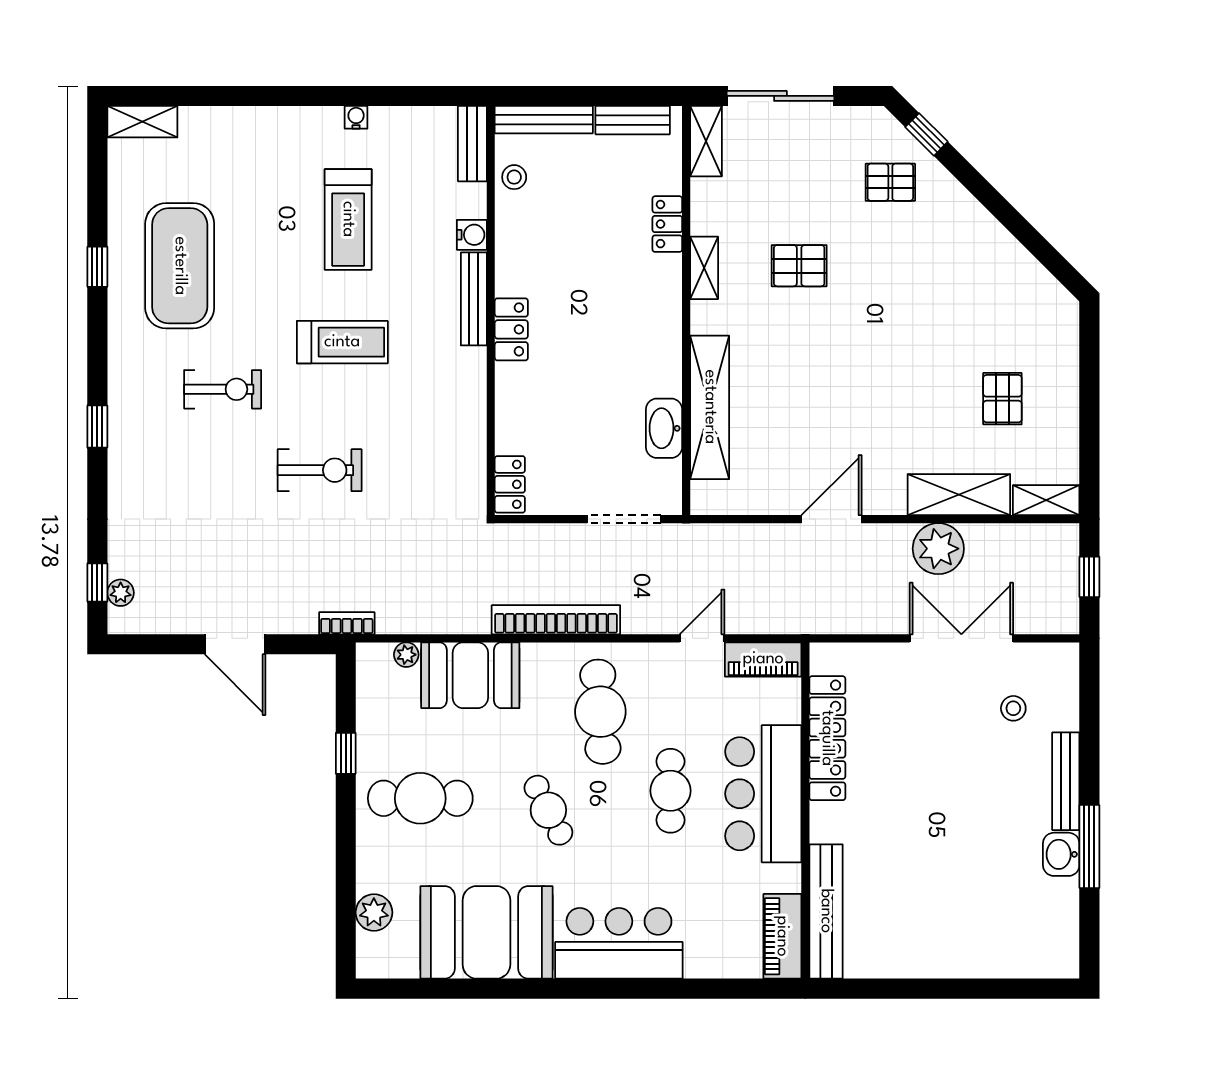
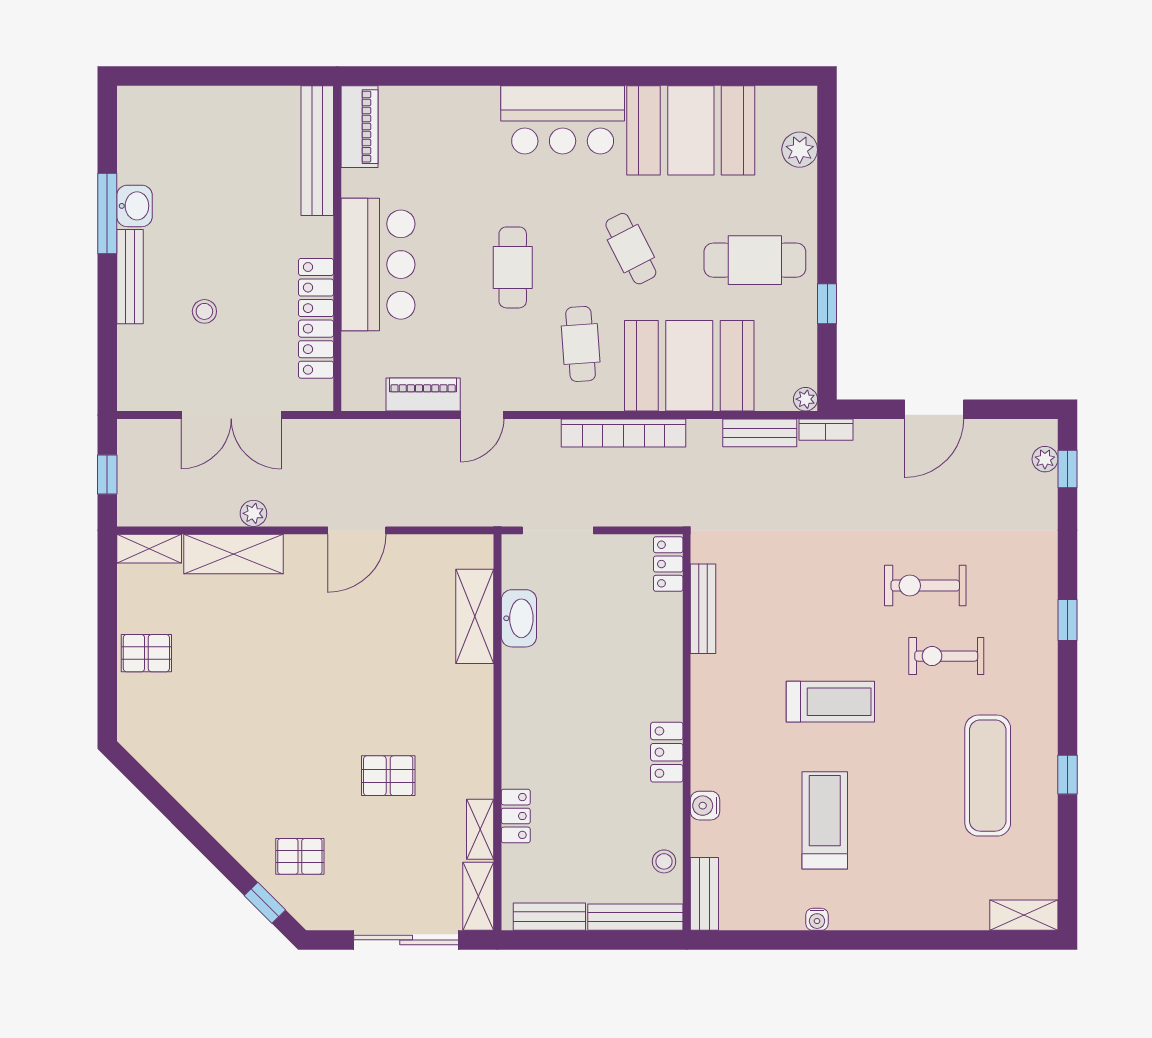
exercise mat: (180, 266) -> (988, 776), width x0.68
shelving: (704, 268) -> (480, 829), moved
bench: (474, 299) -> (703, 609), moved
locker: (511, 329) -> (667, 752), moved
treadmill: (342, 342) -> (830, 702), turned 180
pallet: (1002, 399) -> (146, 653), moved, turned 90
shelving: (710, 407) -> (475, 616), width x0.68
exercise bike: (320, 470) -> (925, 586), moved
plant: (938, 549) -> (253, 513), width x0.53, depth x0.53
bench: (415, 620) -> (760, 433), added
door: (235, 644) -> (934, 409), swing flipped
plant: (406, 655) -> (805, 399), moved
booth: (470, 675) -> (689, 366), width x1.36, depth x1.42
stool: (1013, 708) -> (204, 311), moved
cafe table: (600, 712) -> (581, 344), width x0.73, depth x0.74
locker: (827, 738) -> (316, 318), moved
bar counter: (763, 794) -> (378, 265), moved
wall: (805, 811) -> (337, 248), moved
bench: (826, 911) -> (317, 151), moved
piano: (782, 936) -> (360, 127), moved

